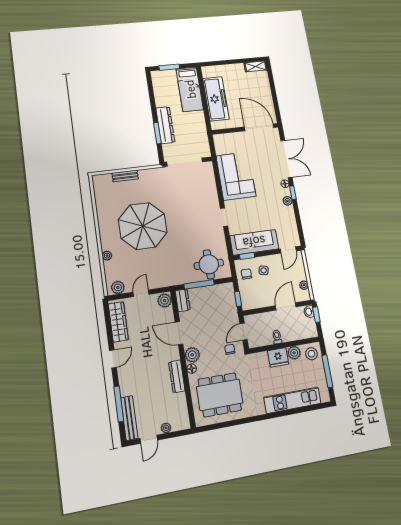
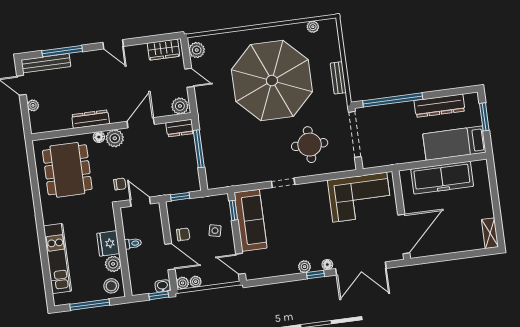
dresser: (165, 125) -> (440, 106), moved
window: (157, 133) -> (393, 100), width x2.11
bench: (125, 176) -> (338, 78), moved
corner sofa: (236, 176) -> (360, 197), moved
parasol: (143, 226) -> (272, 81), width x1.36, depth x1.36
plant: (107, 256) -> (313, 27), moved
round table: (209, 264) -> (310, 145), moved
chair: (246, 274) -> (183, 234), moved
plant: (306, 296) -> (183, 283), added
wardrobe: (118, 322) -> (163, 50), width x0.67

